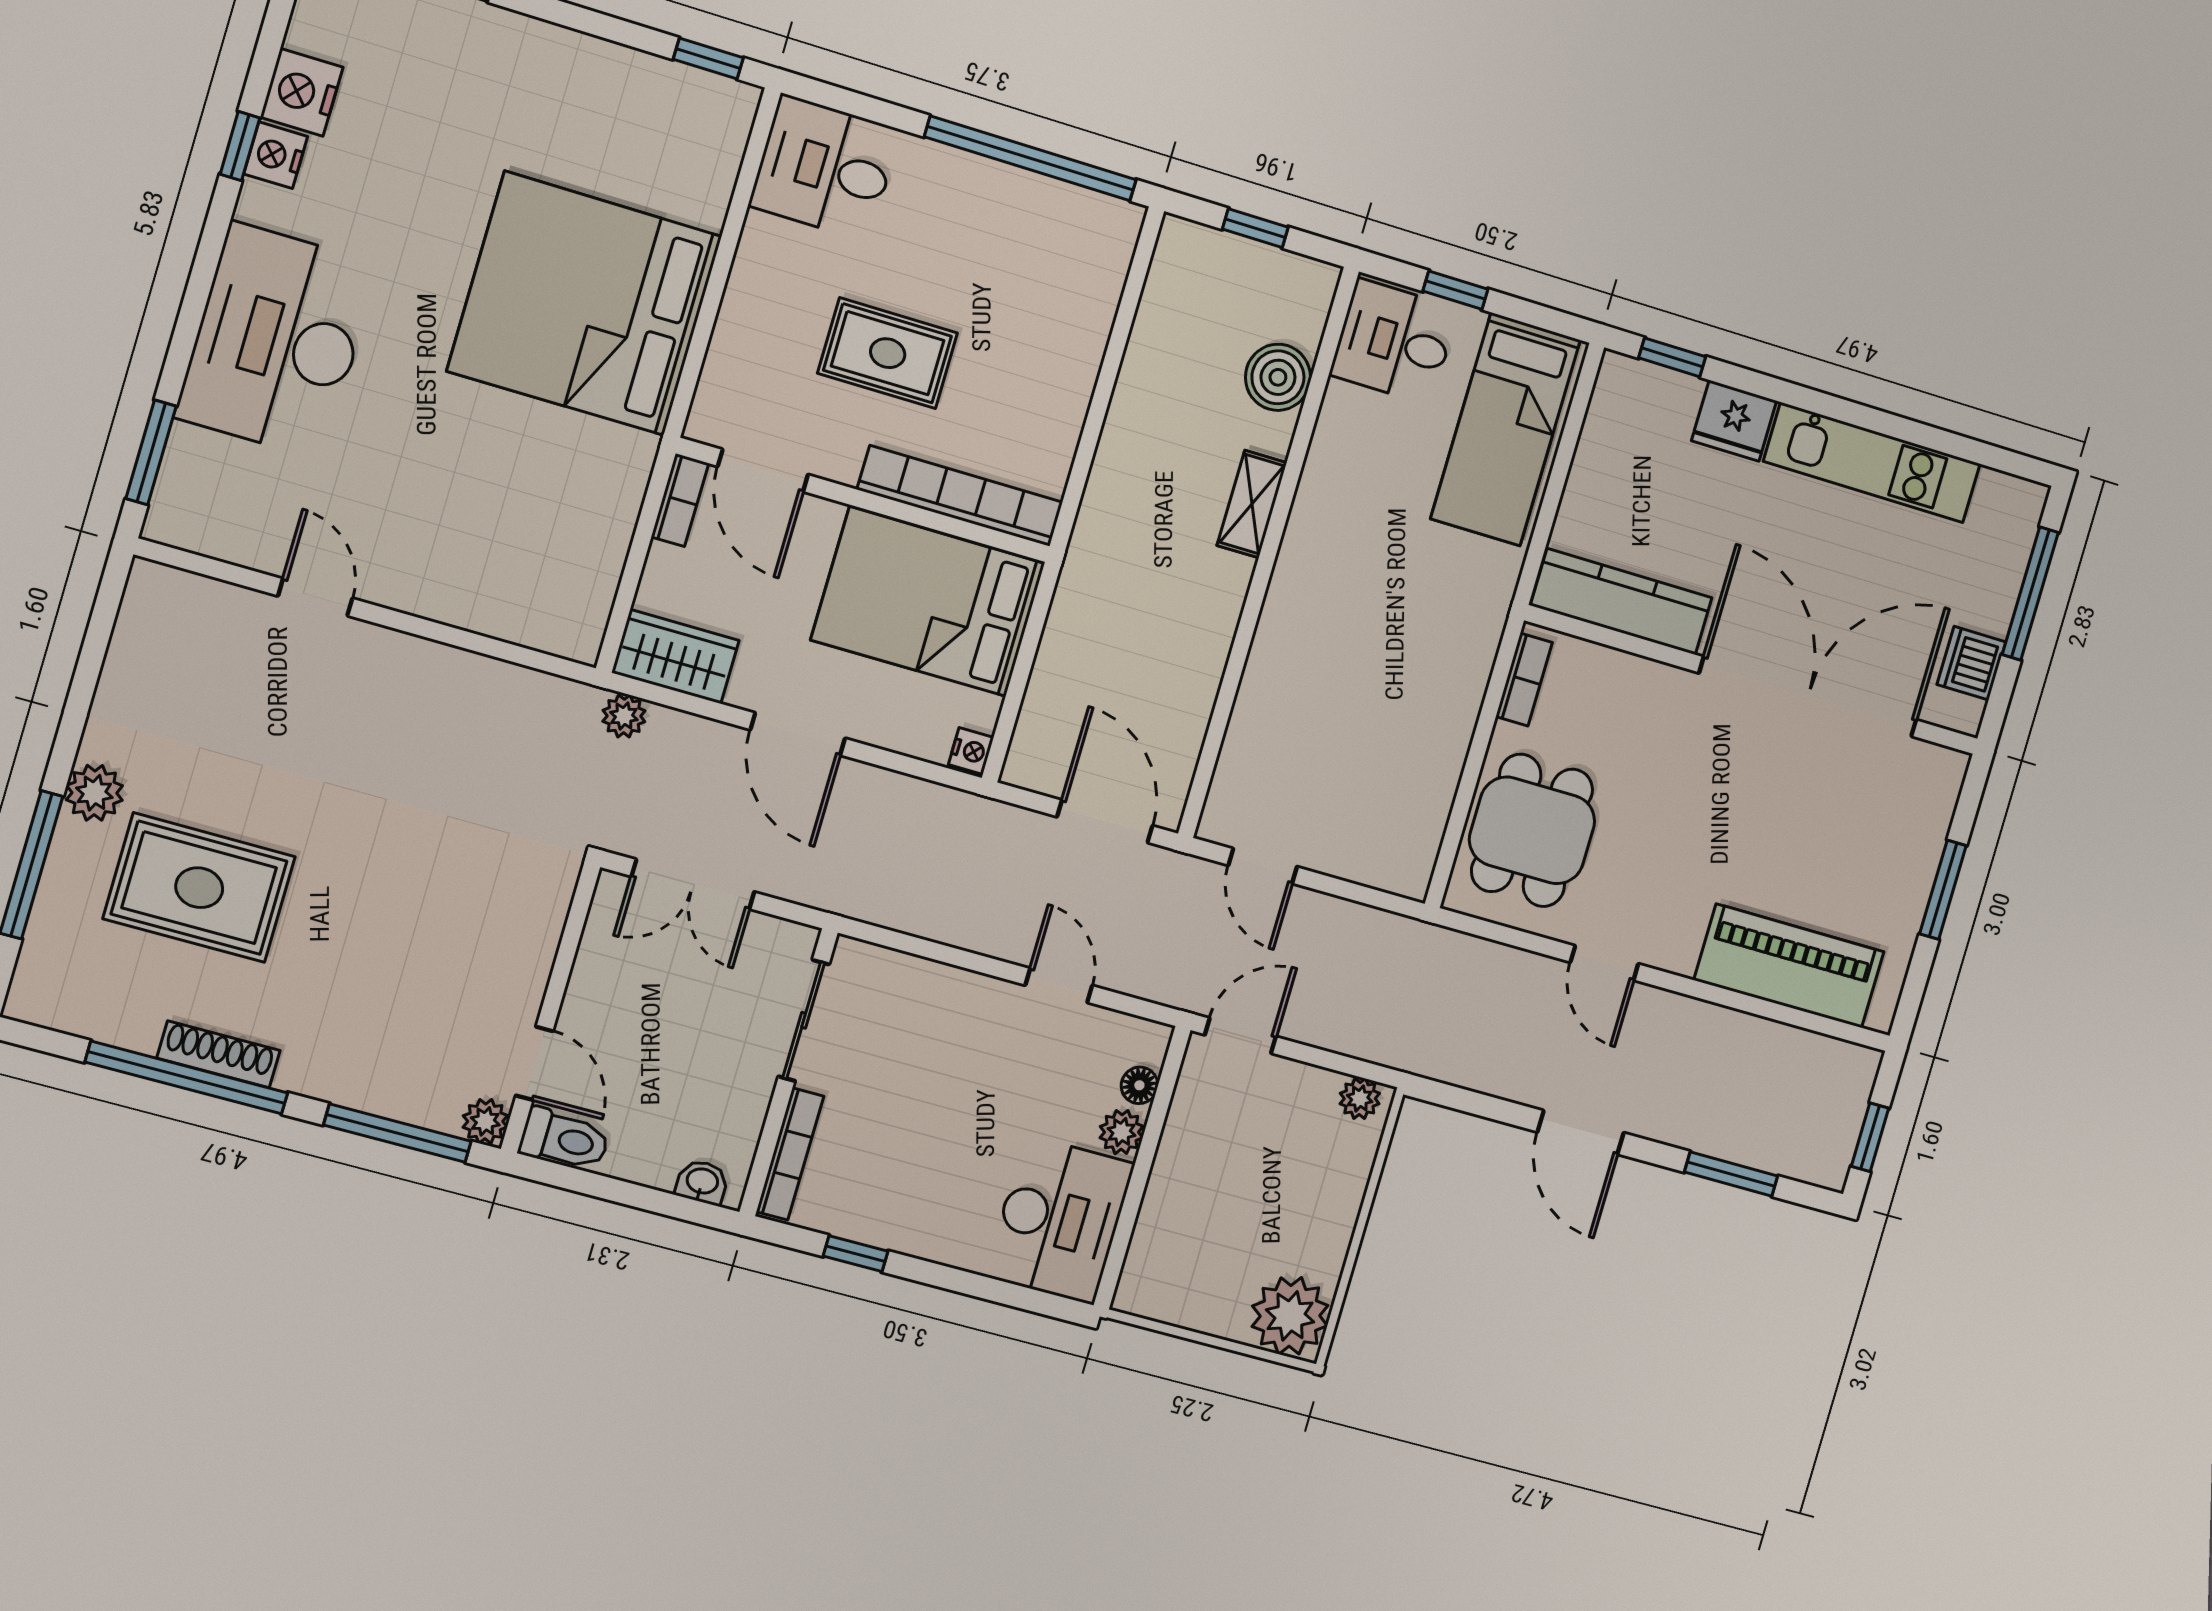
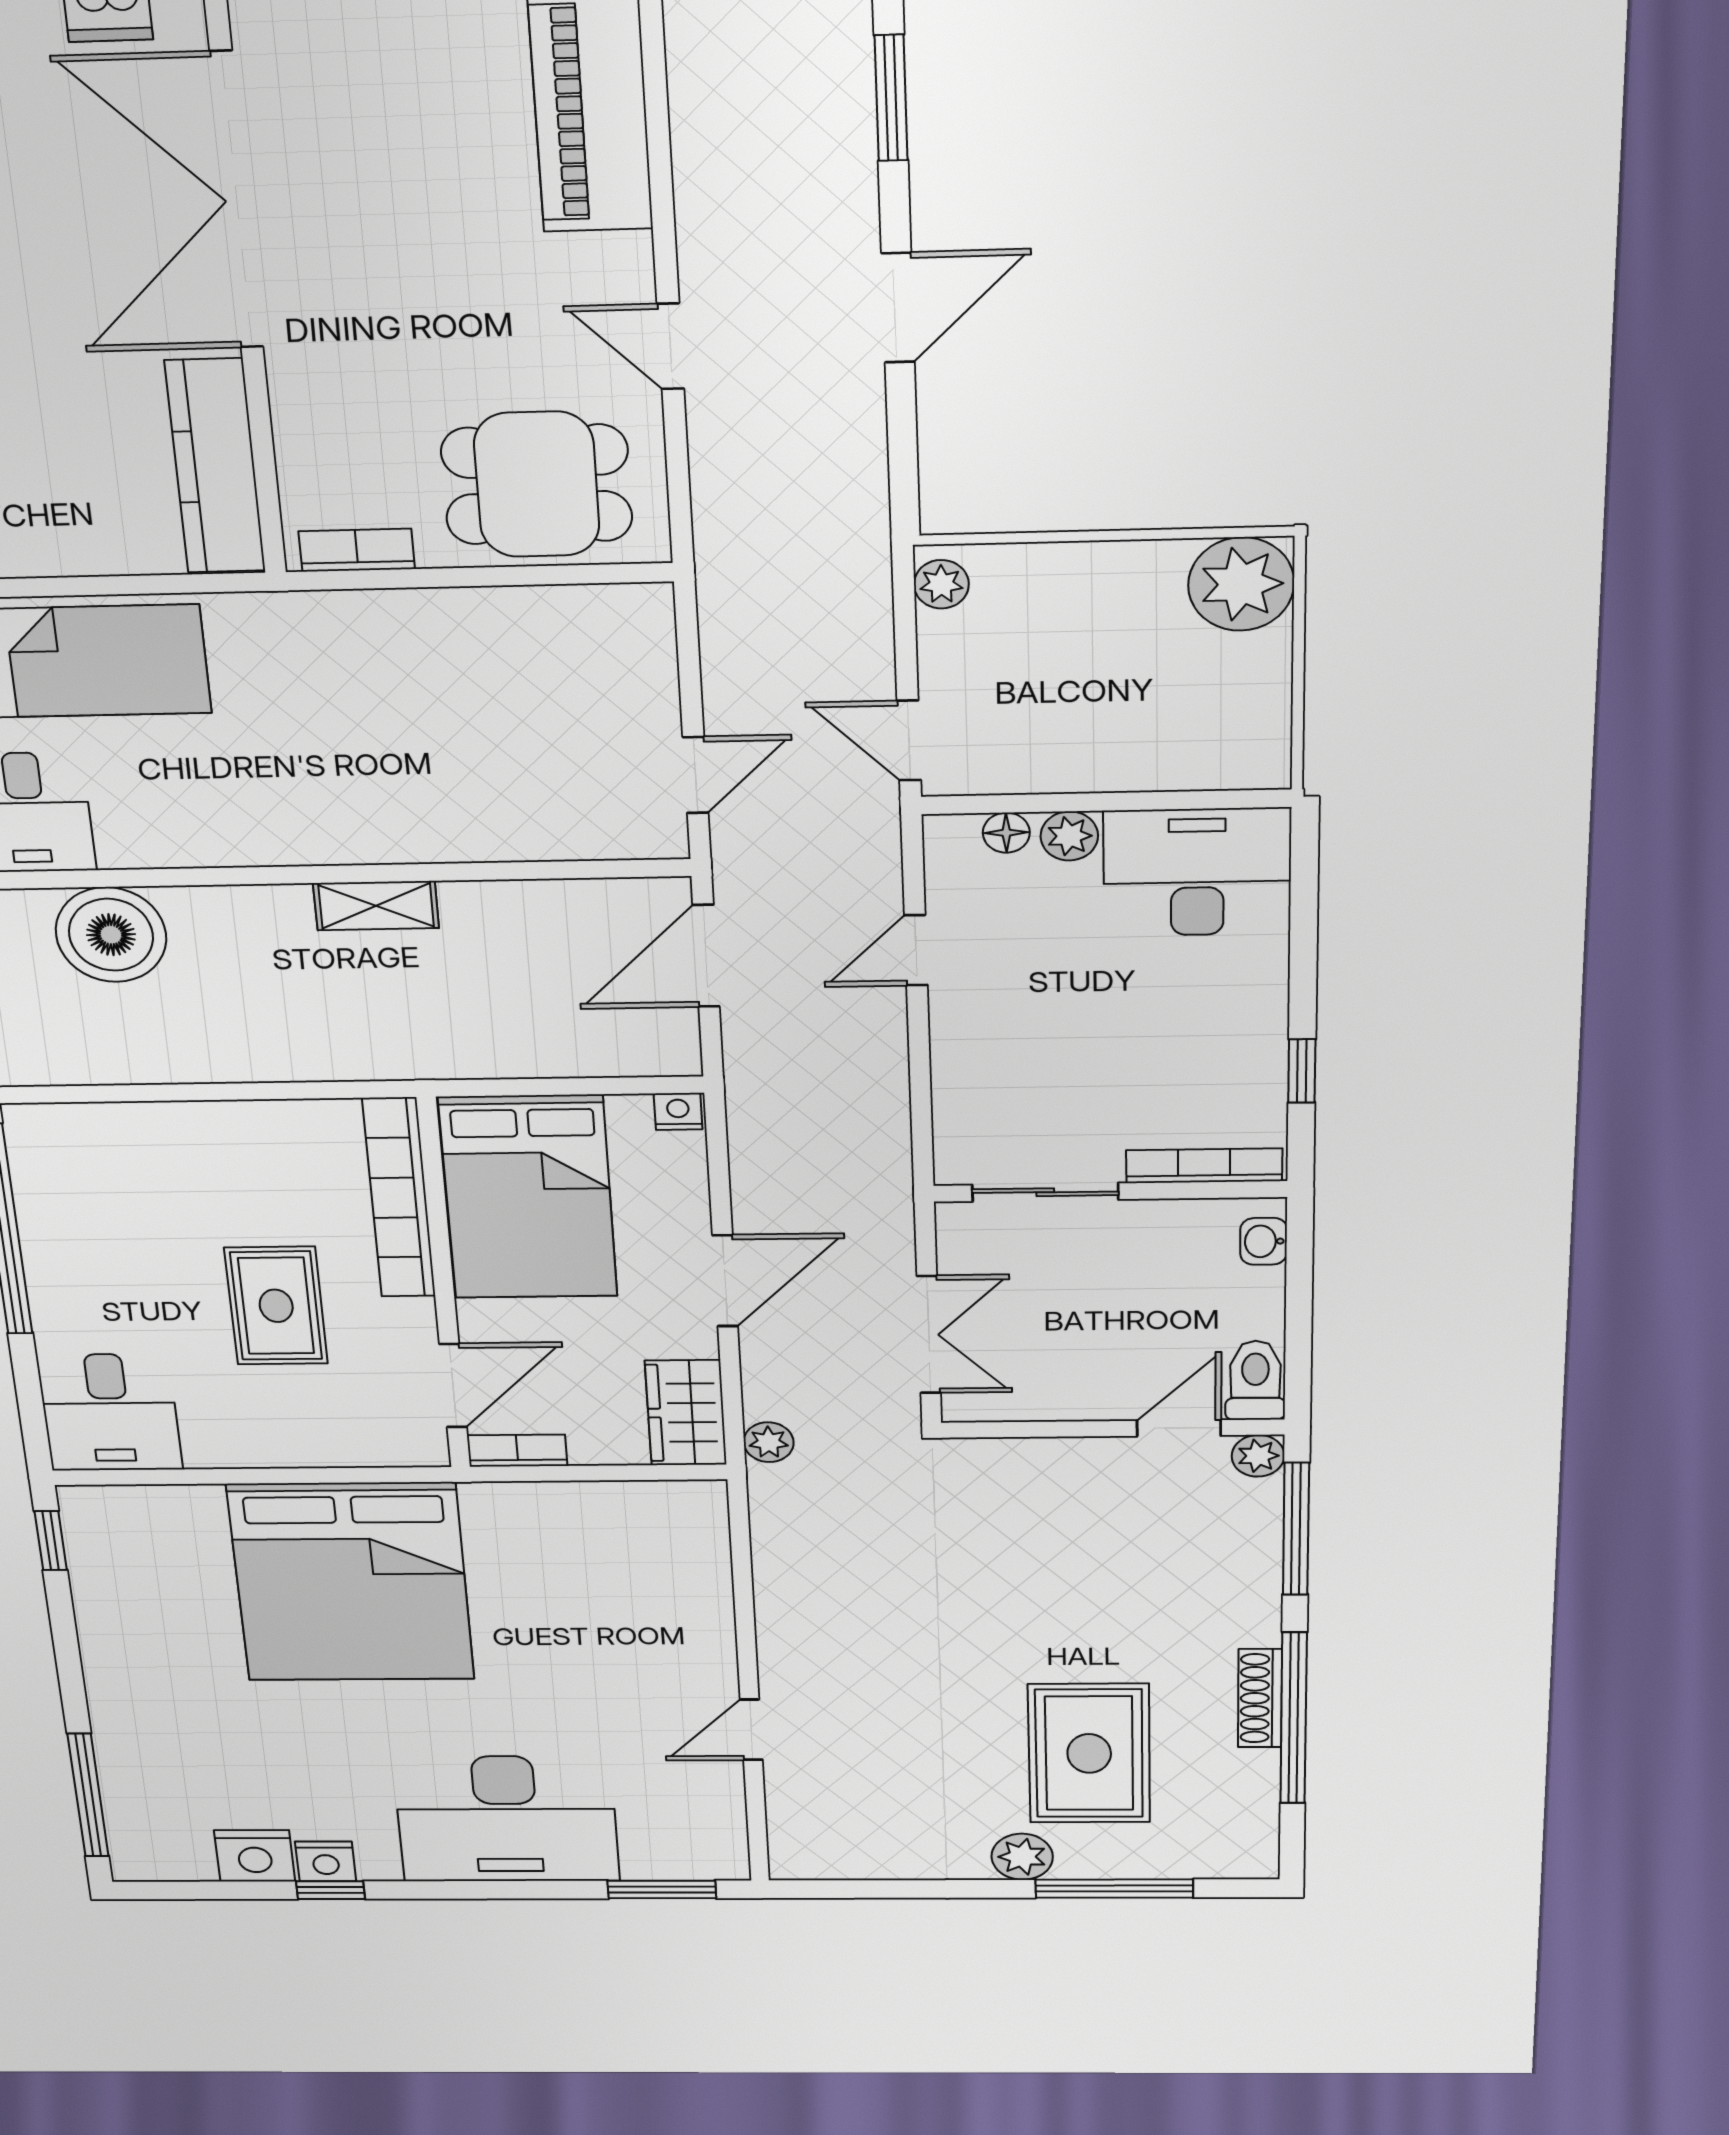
boiler: (1278, 377) -> (111, 935), width x1.37, depth x1.37
shelving: (1252, 504) -> (376, 906), moved
door: (1604, 963) -> (670, 346), swing flipped

